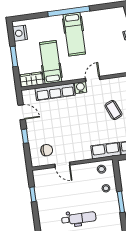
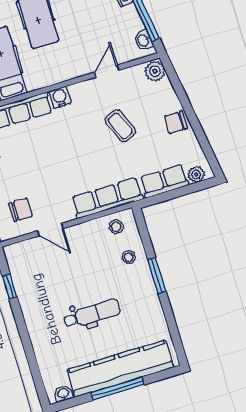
door: (93, 79) -> (107, 71), moved
row of seats: (106, 151) -> (107, 198), width x1.48

